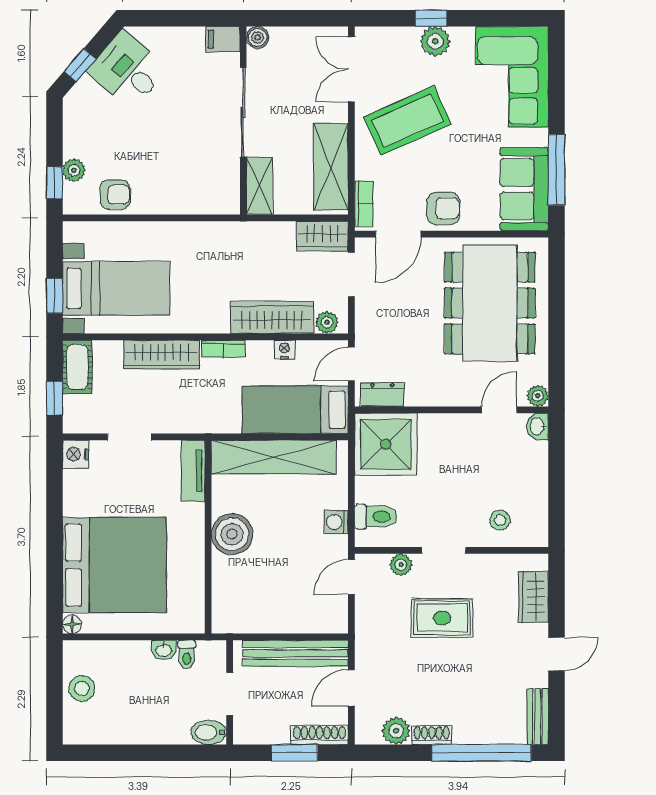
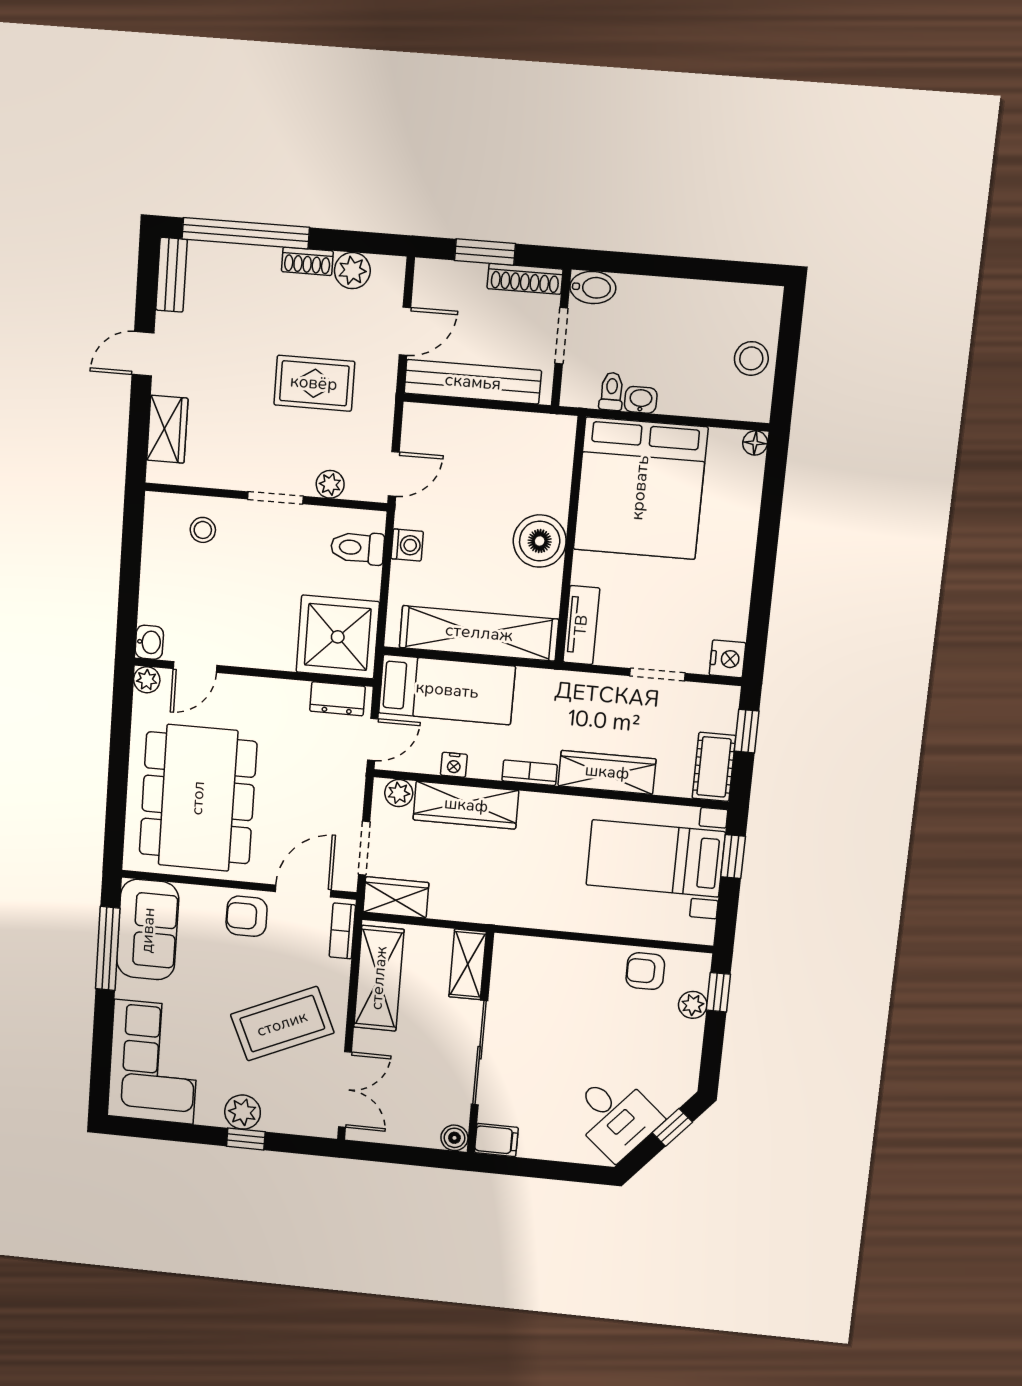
bed: (114, 565) -> (640, 488), moved, turned -90
rug: (442, 618) -> (314, 383), moved
shoe rack: (319, 735) -> (525, 279), moved

